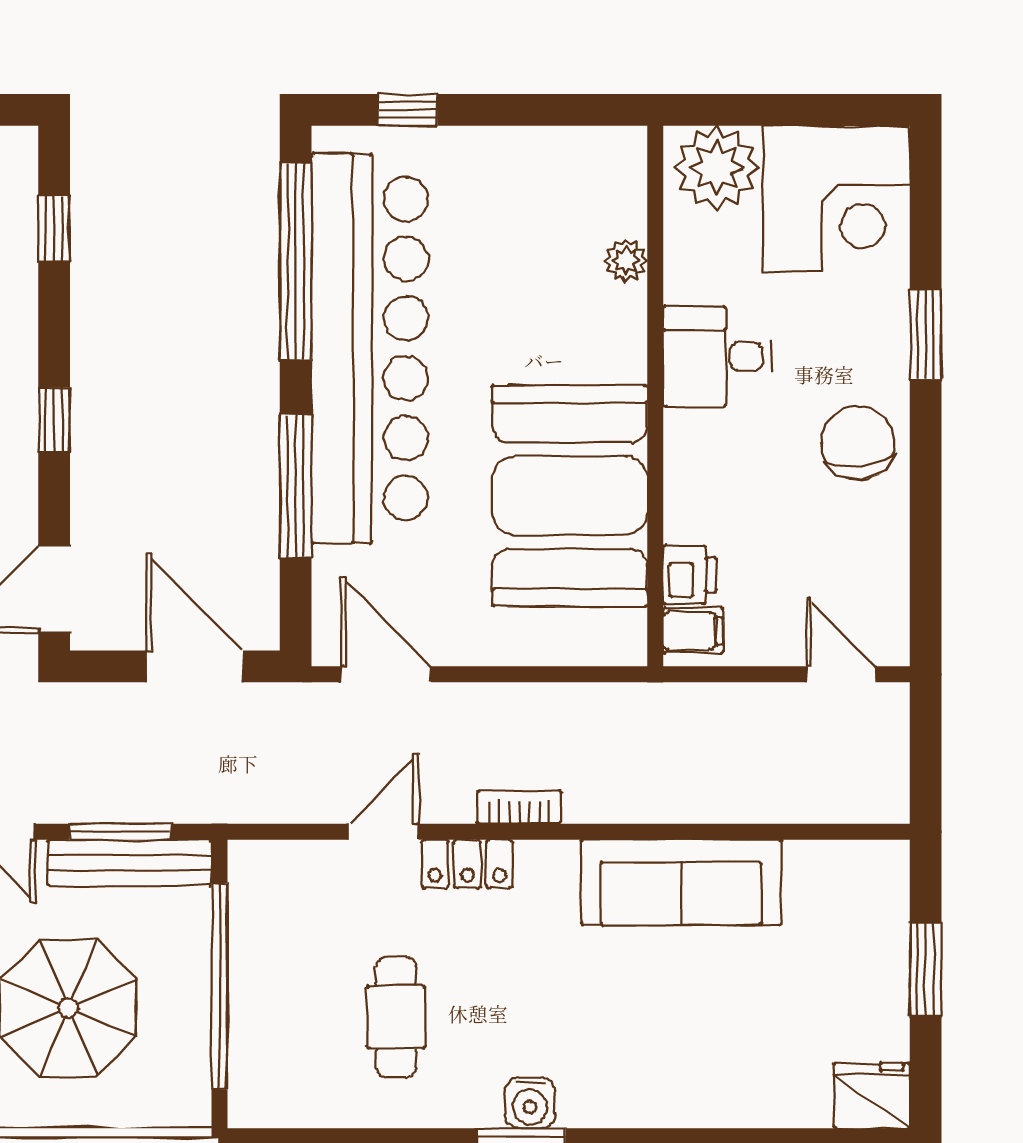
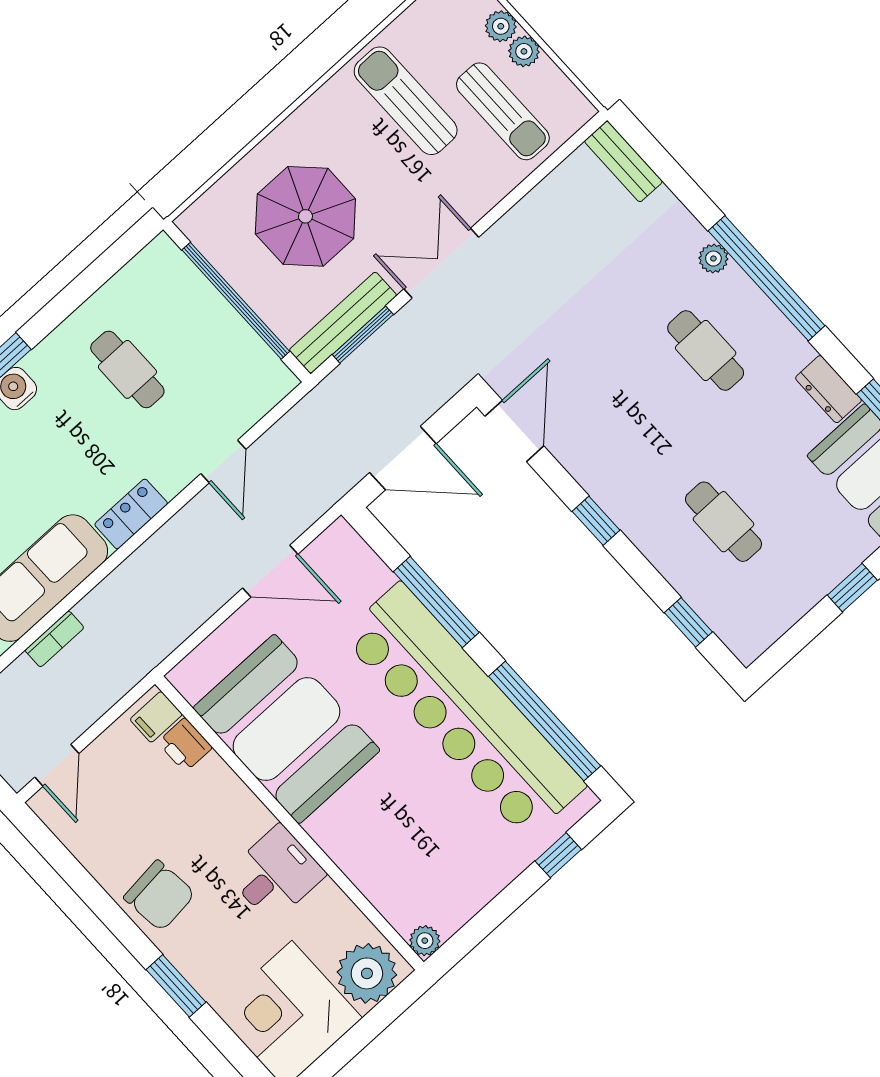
plant: (626, 261) -> (425, 941), moved
door: (386, 674) -> (270, 571), moved
door: (841, 674) -> (57, 765), hinge flipped
bookcase: (519, 807) -> (54, 639), moved
locker: (467, 864) -> (131, 514), moved

